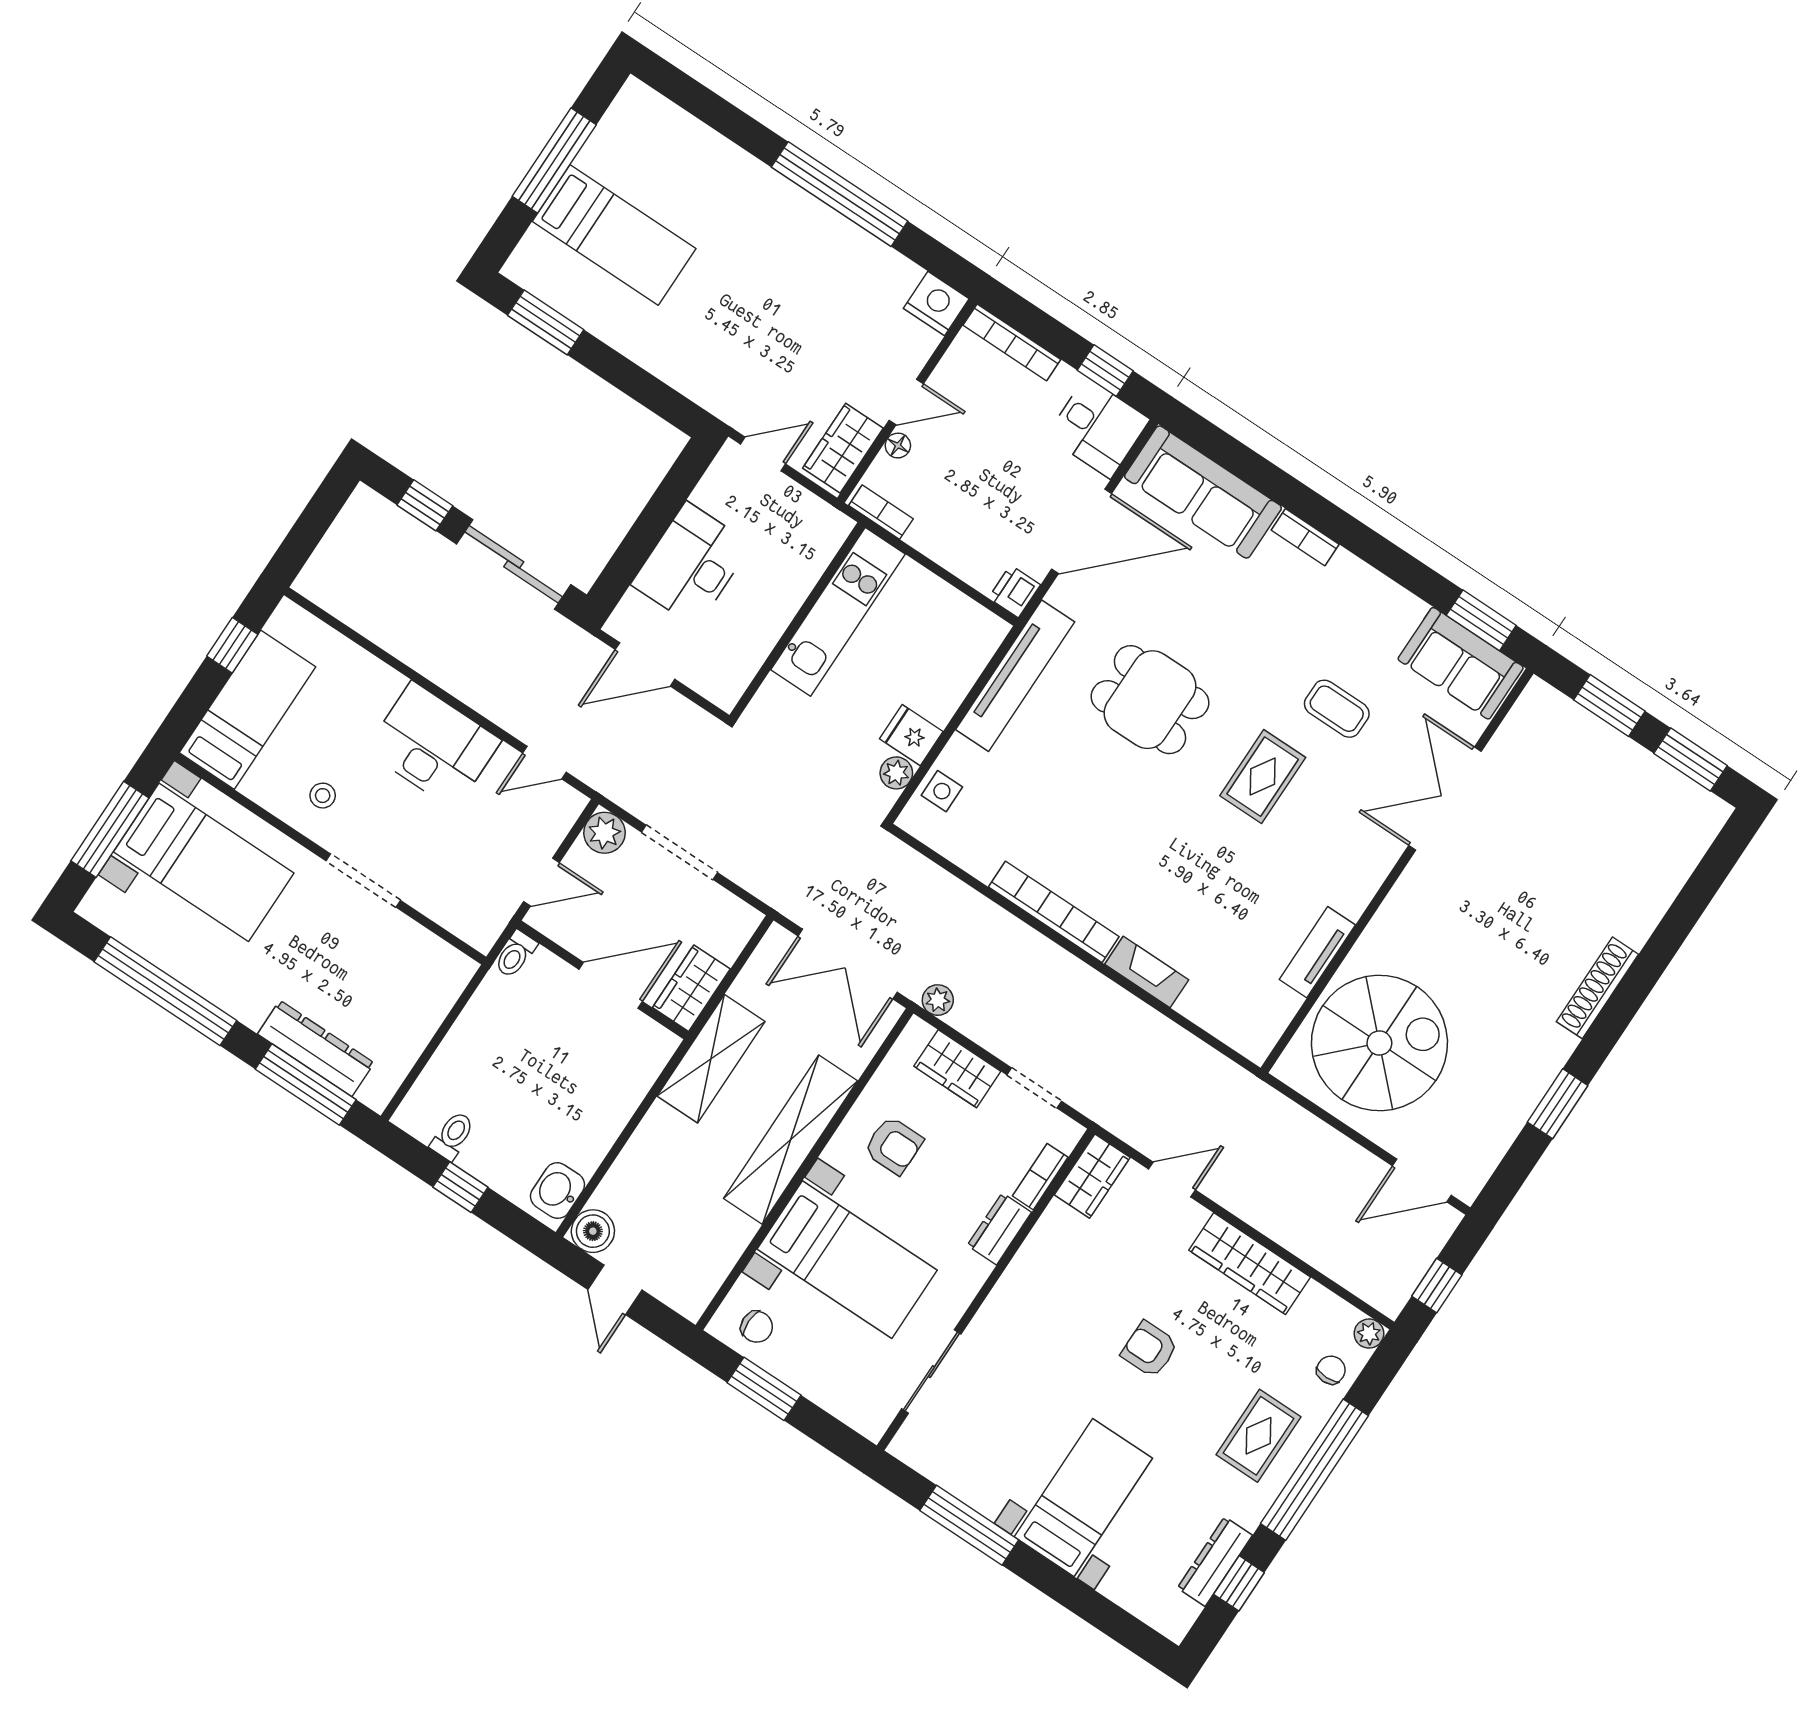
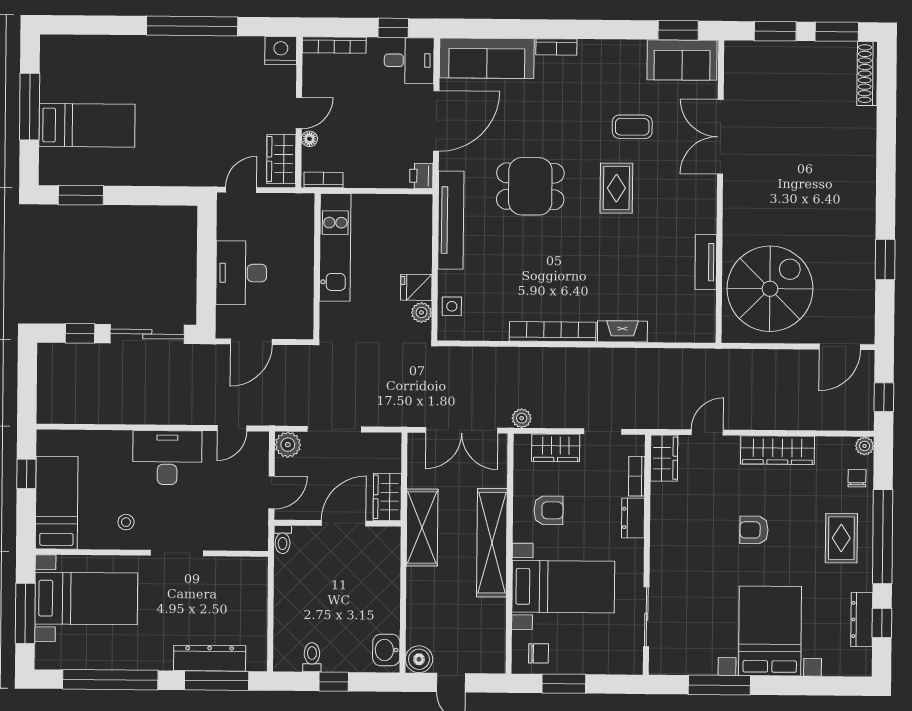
shoe rack: (1597, 988) -> (867, 74), moved
bed with nightstands: (1083, 1497) -> (770, 631), width x1.36

